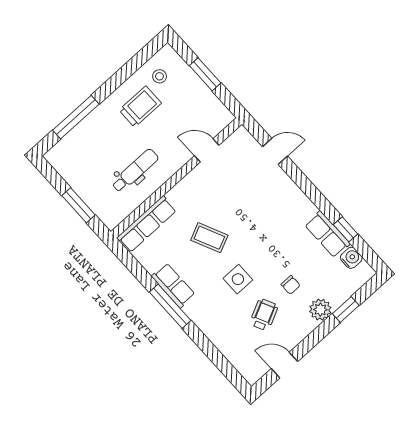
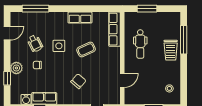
trolley: (140, 107) -> (171, 50), moved
chair: (262, 209) -> (78, 81), added
window: (170, 306) -> (35, 9), moved

